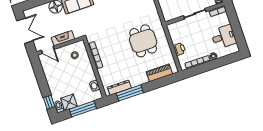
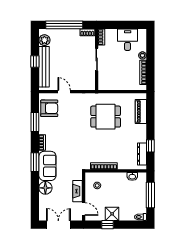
printer: (179, 49) -> (125, 85), removed
door: (48, 50) -> (84, 209), hinge flipped
window: (130, 93) -> (150, 146), width x0.46
window: (49, 102) -> (107, 225), moved
shower: (69, 102) -> (112, 214), moved

